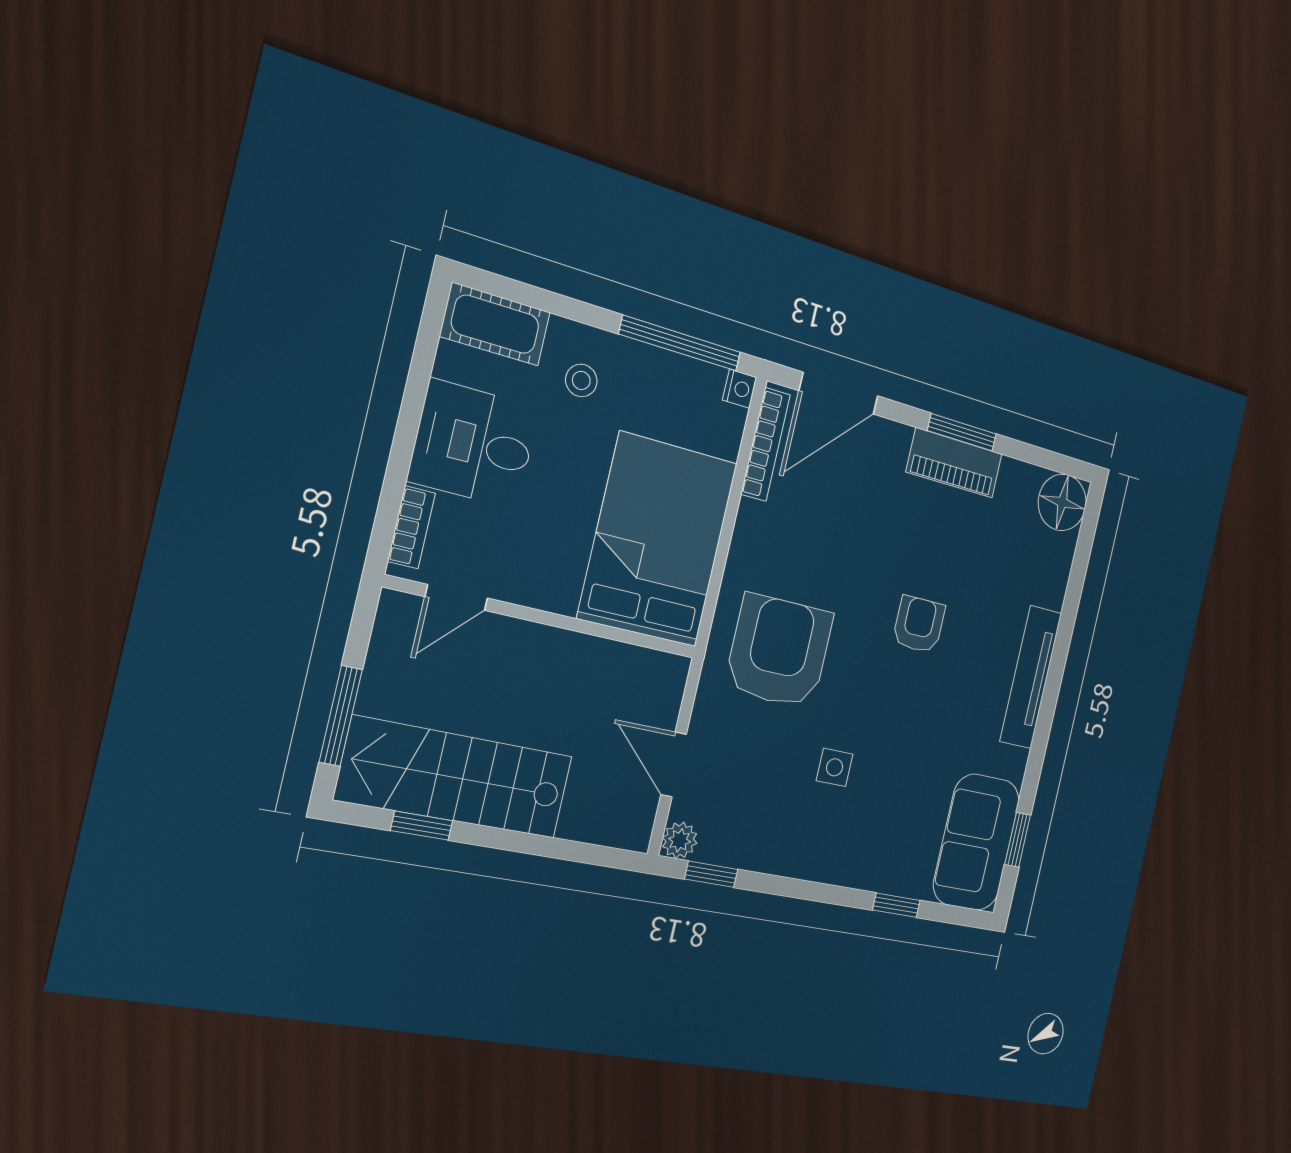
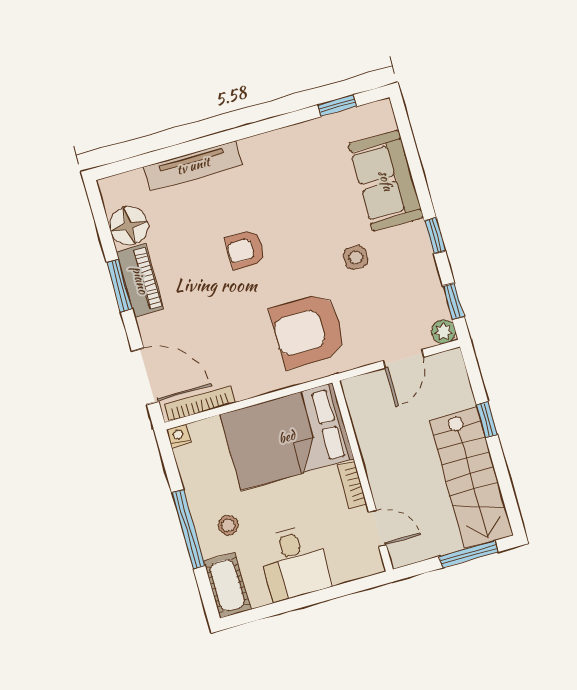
window: (680, 343) -> (188, 529), moved
floor lamp: (1062, 502) -> (129, 226), moved
bookcase: (411, 527) -> (352, 485), moved, turned -90
tv unit: (1031, 677) -> (193, 166), moved
window: (422, 826) -> (487, 420), moved
sofa: (976, 842) -> (386, 181), moved, turned 90
window: (896, 905) -> (435, 236), moved

